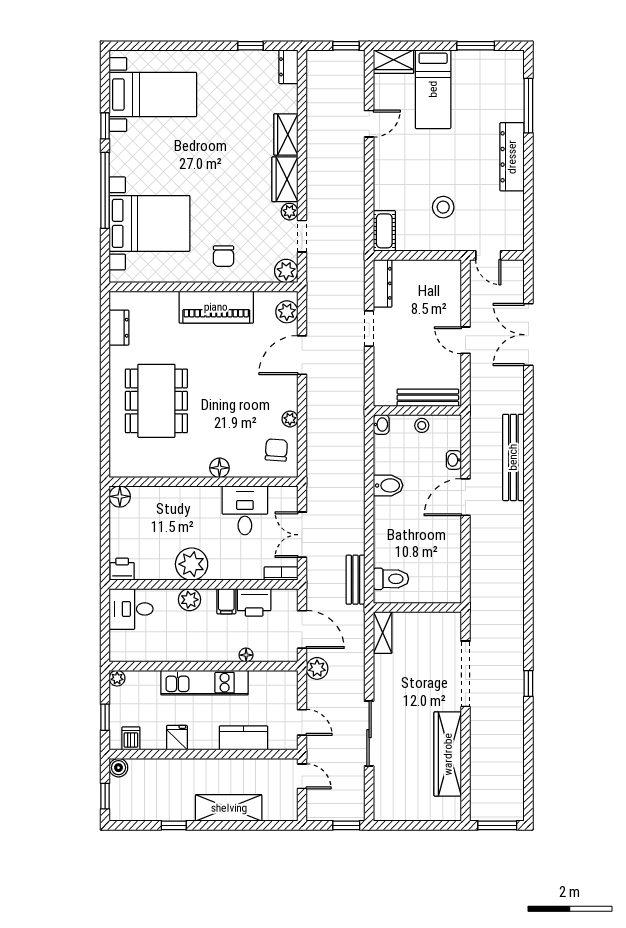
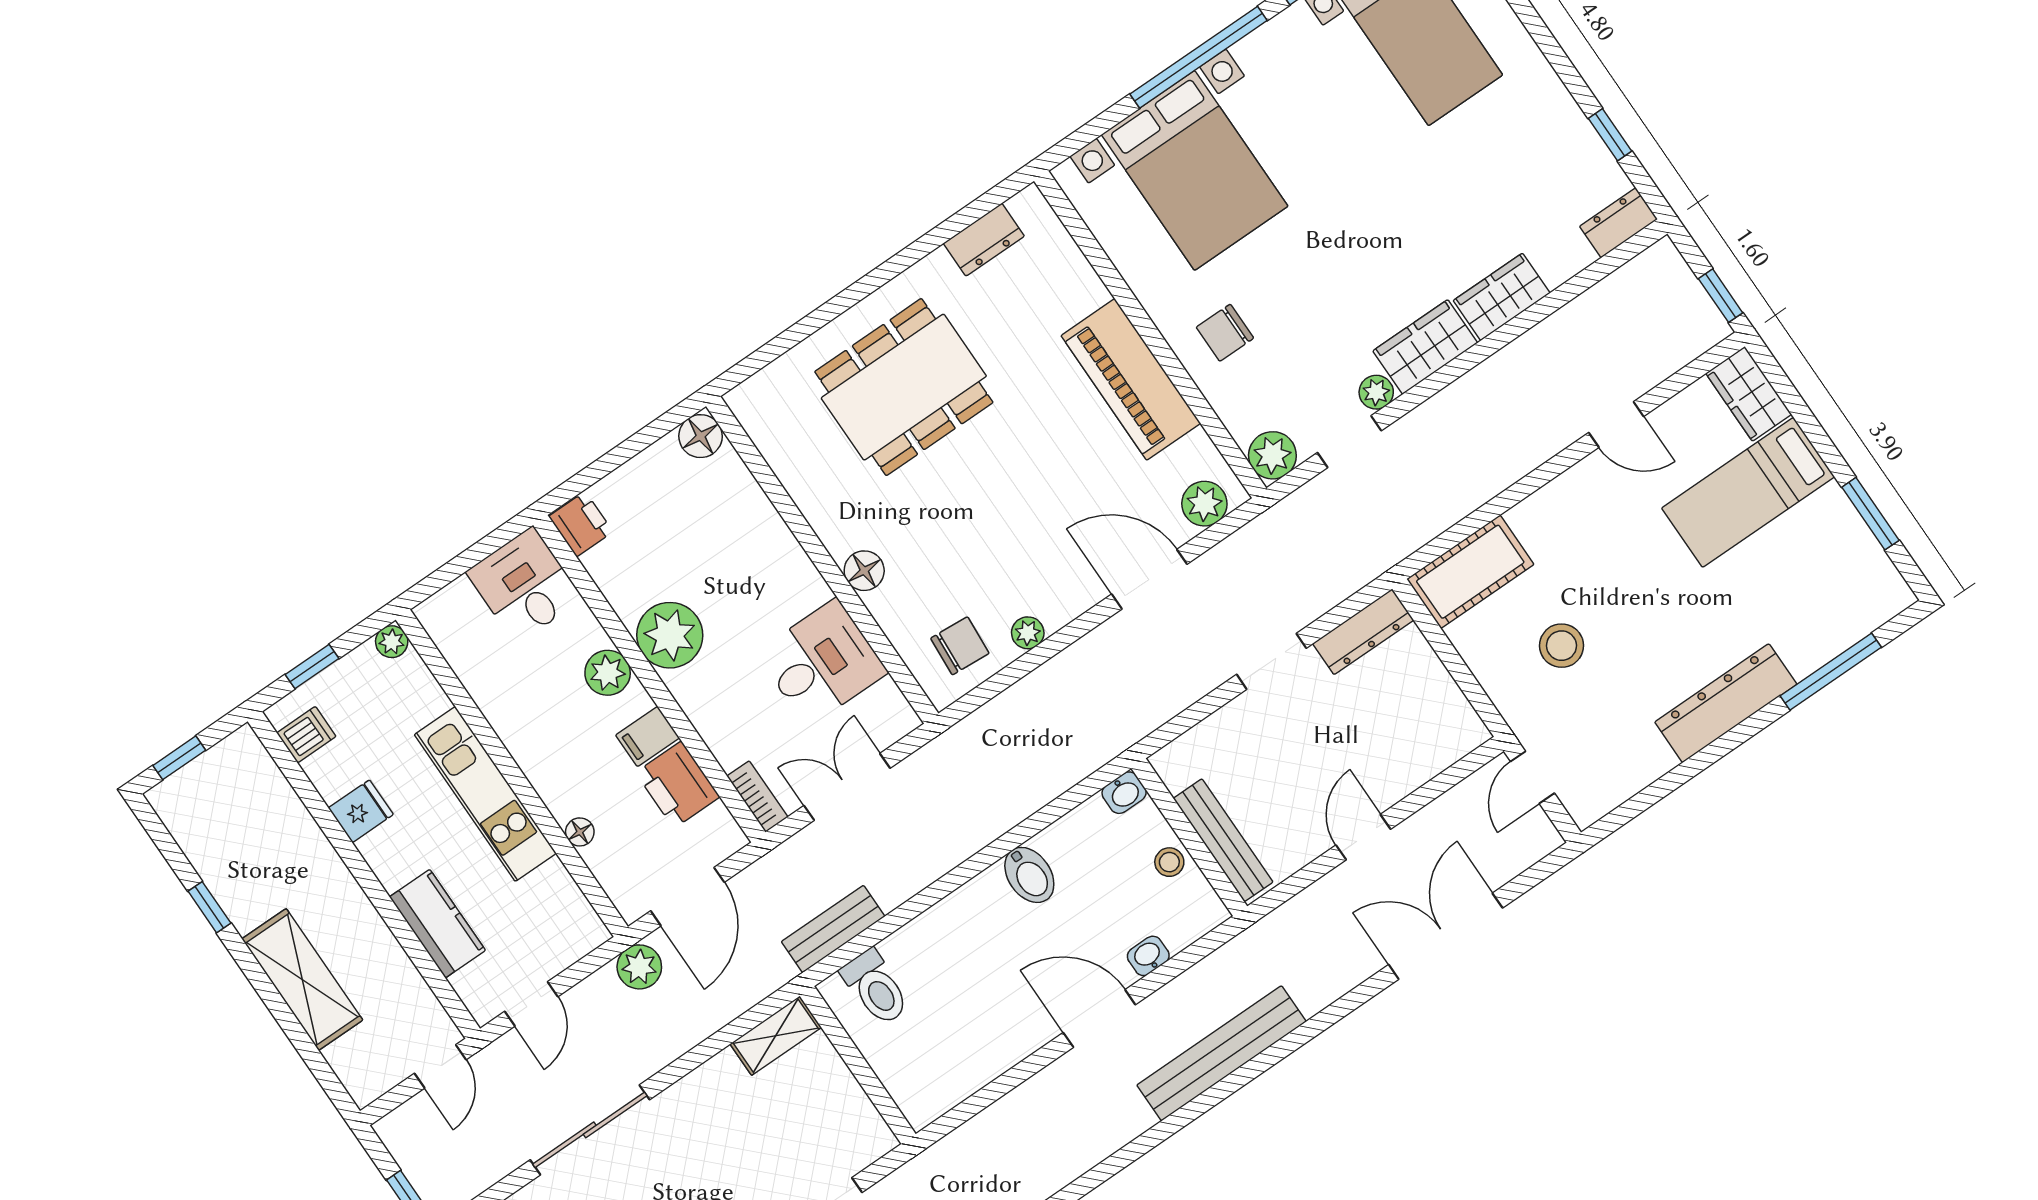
cot: (384, 231) -> (1470, 572), width x1.37, depth x1.34
boiler: (118, 768) -> (243, 747), removed

